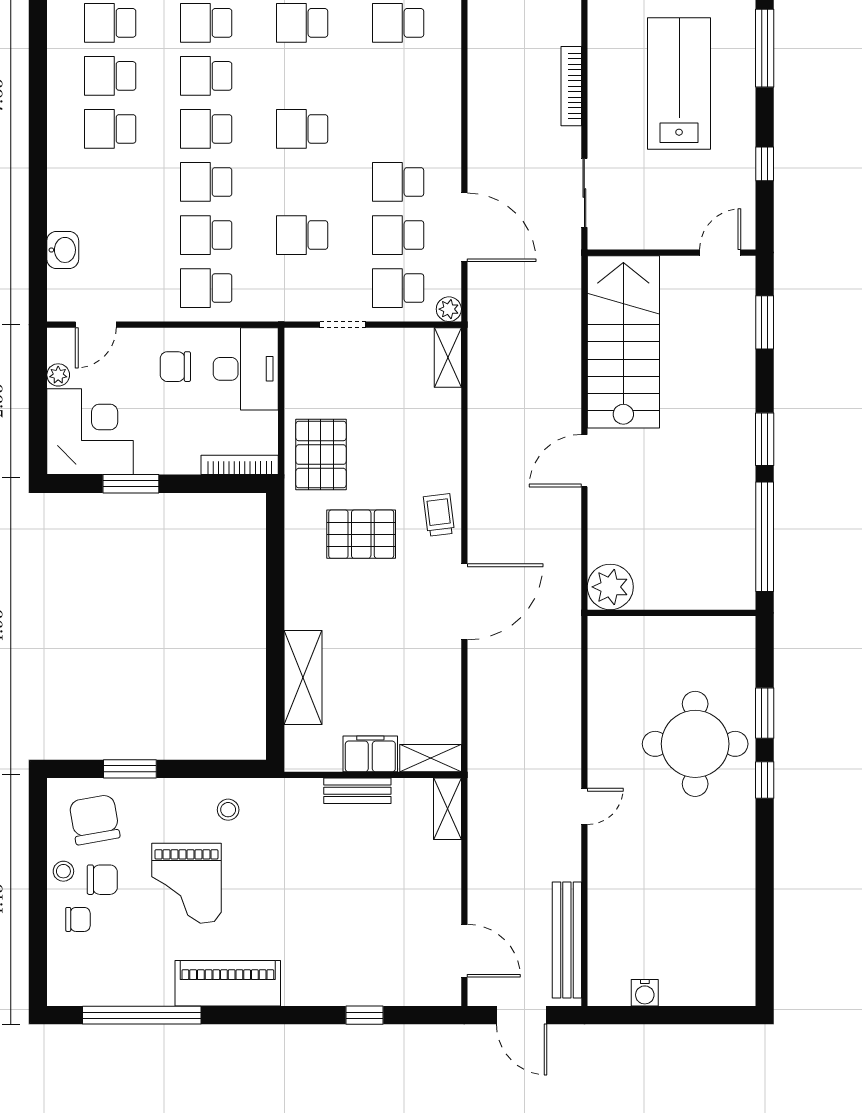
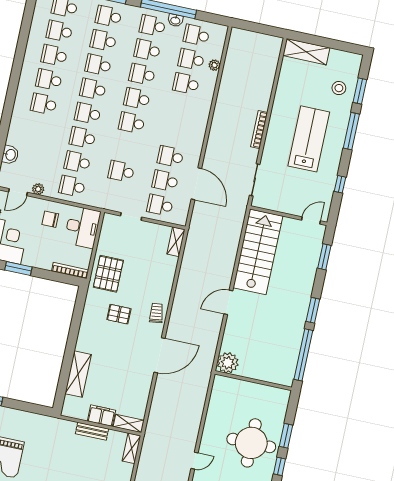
school desk: (302, 76) -> (137, 99), added
plant: (449, 309) -> (38, 189), moved
pallet: (361, 534) -> (119, 314), width x0.67, depth x0.71
stool: (228, 810) -> (31, 427), removed

